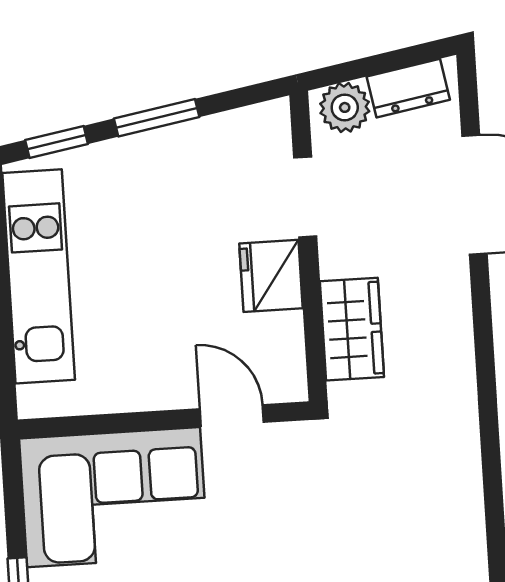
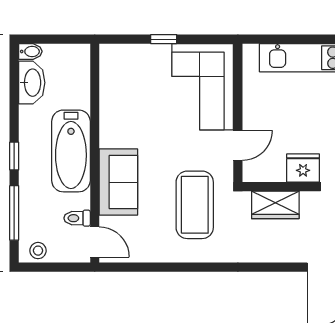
coffee table: (362, 498) -> (195, 205), added

